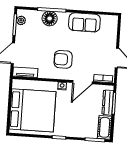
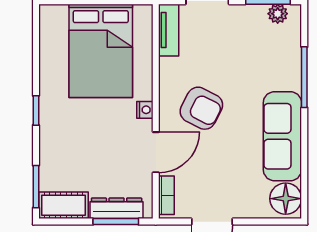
floor lamp: (50, 19) -> (286, 199), moved
sofa: (84, 22) -> (282, 136), width x1.36
armchair: (63, 59) -> (201, 108), turned 117
door: (82, 82) -> (156, 152), swing flipped
bed: (33, 110) -> (101, 51), width x0.73

